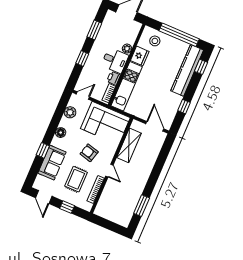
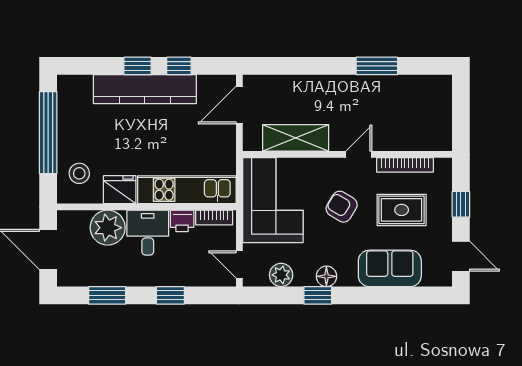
plant: (127, 49) -> (108, 228), width x1.87, depth x1.87
window: (201, 67) -> (138, 66), moved
kitchen counter: (187, 70) -> (145, 89), moved
window: (43, 150) -> (318, 295), moved
armchair: (89, 153) -> (342, 207), turned 106
door: (44, 197) -> (461, 256), hinge flipped
window: (142, 206) -> (377, 66), moved

